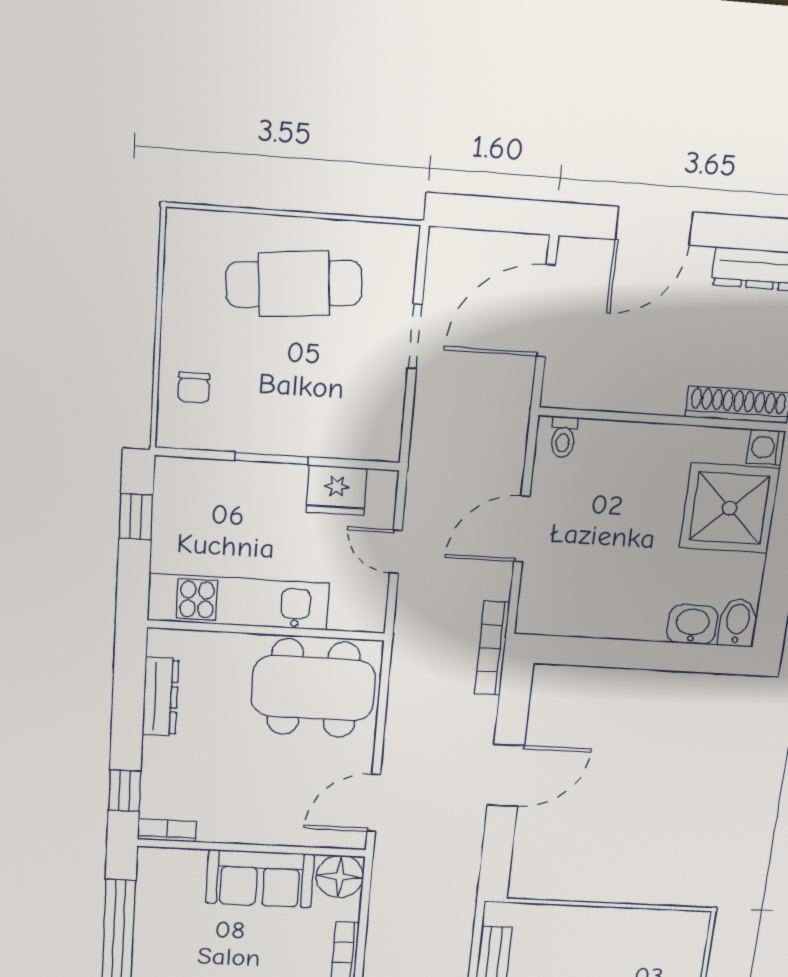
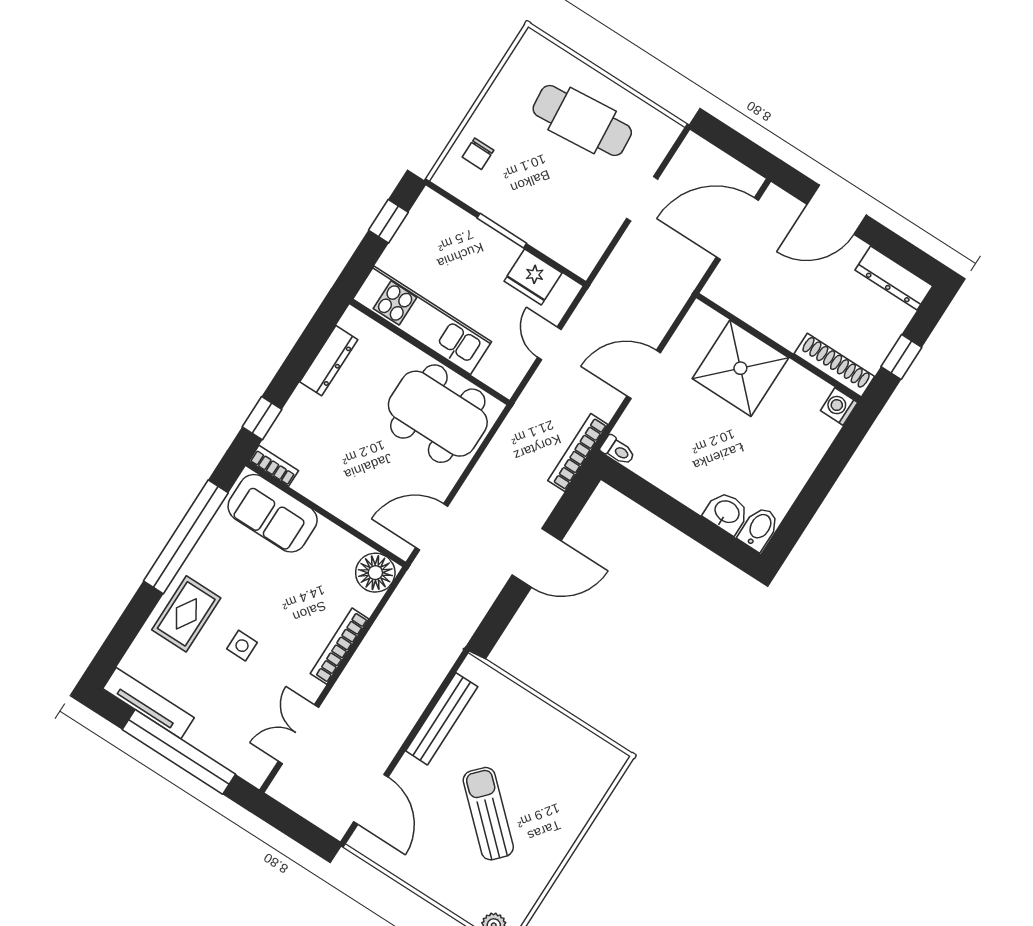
toilet: (563, 437) -> (618, 450), moved, turned -90
shower: (730, 508) -> (740, 368), moved
sofa: (260, 879) -> (273, 513), moved

